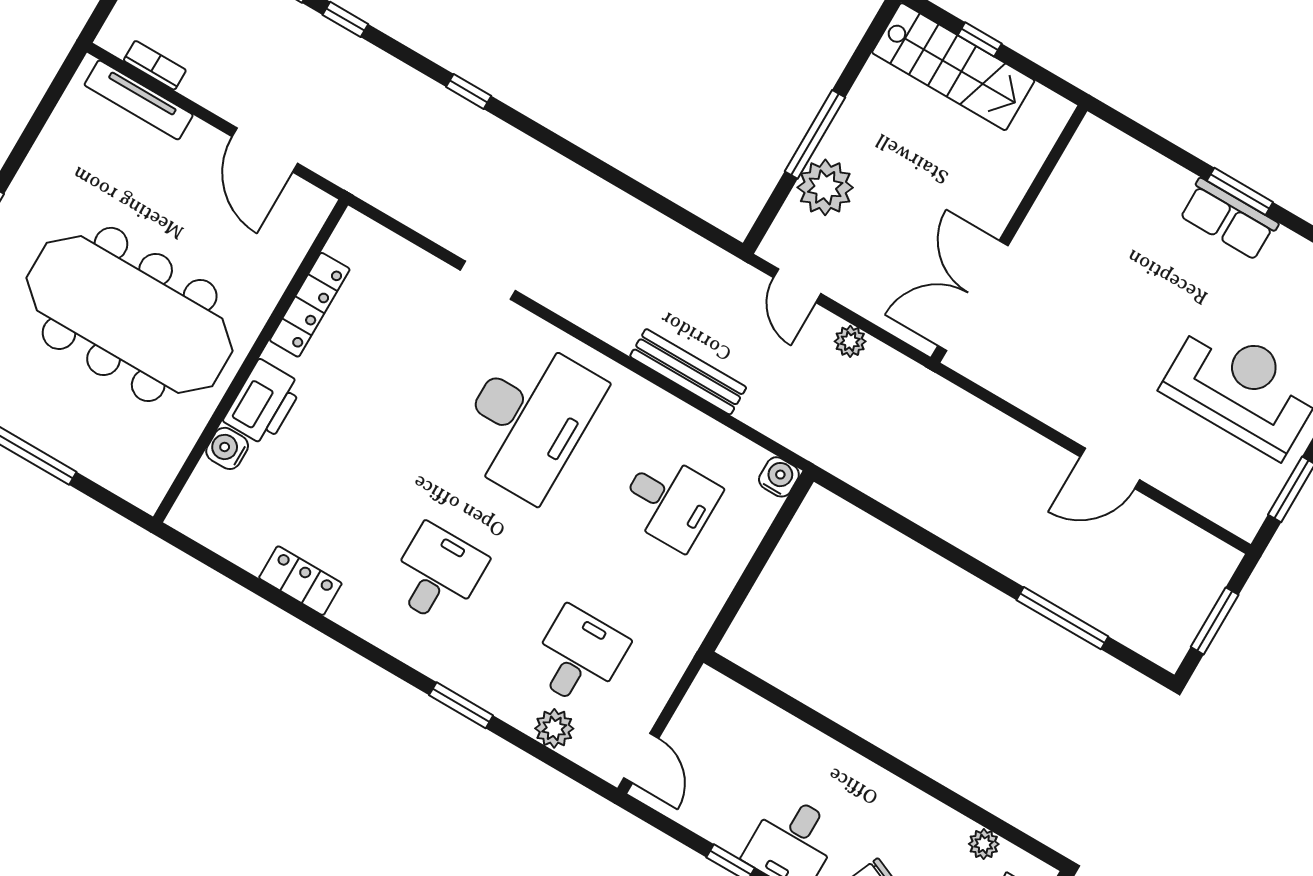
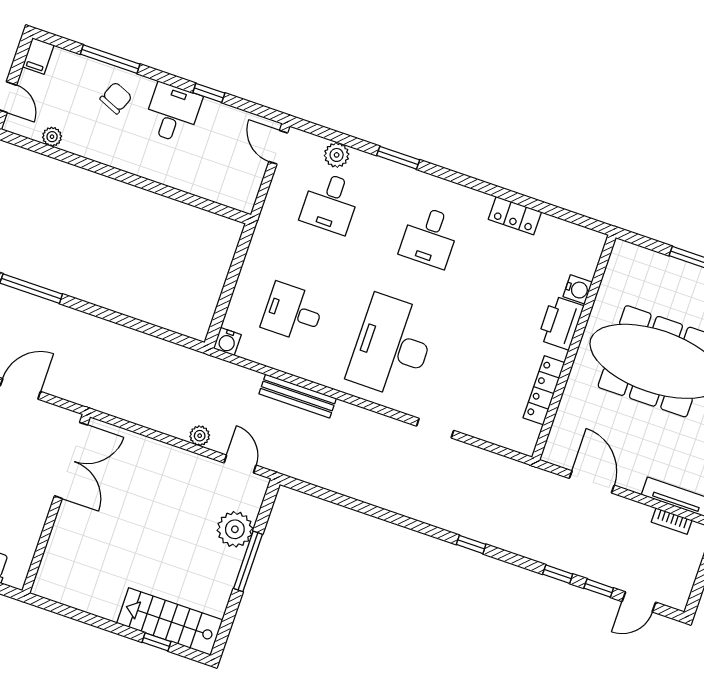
wall: (1009, 234) -> (56, 504), moved
double door: (973, 296) -> (71, 460), moved

